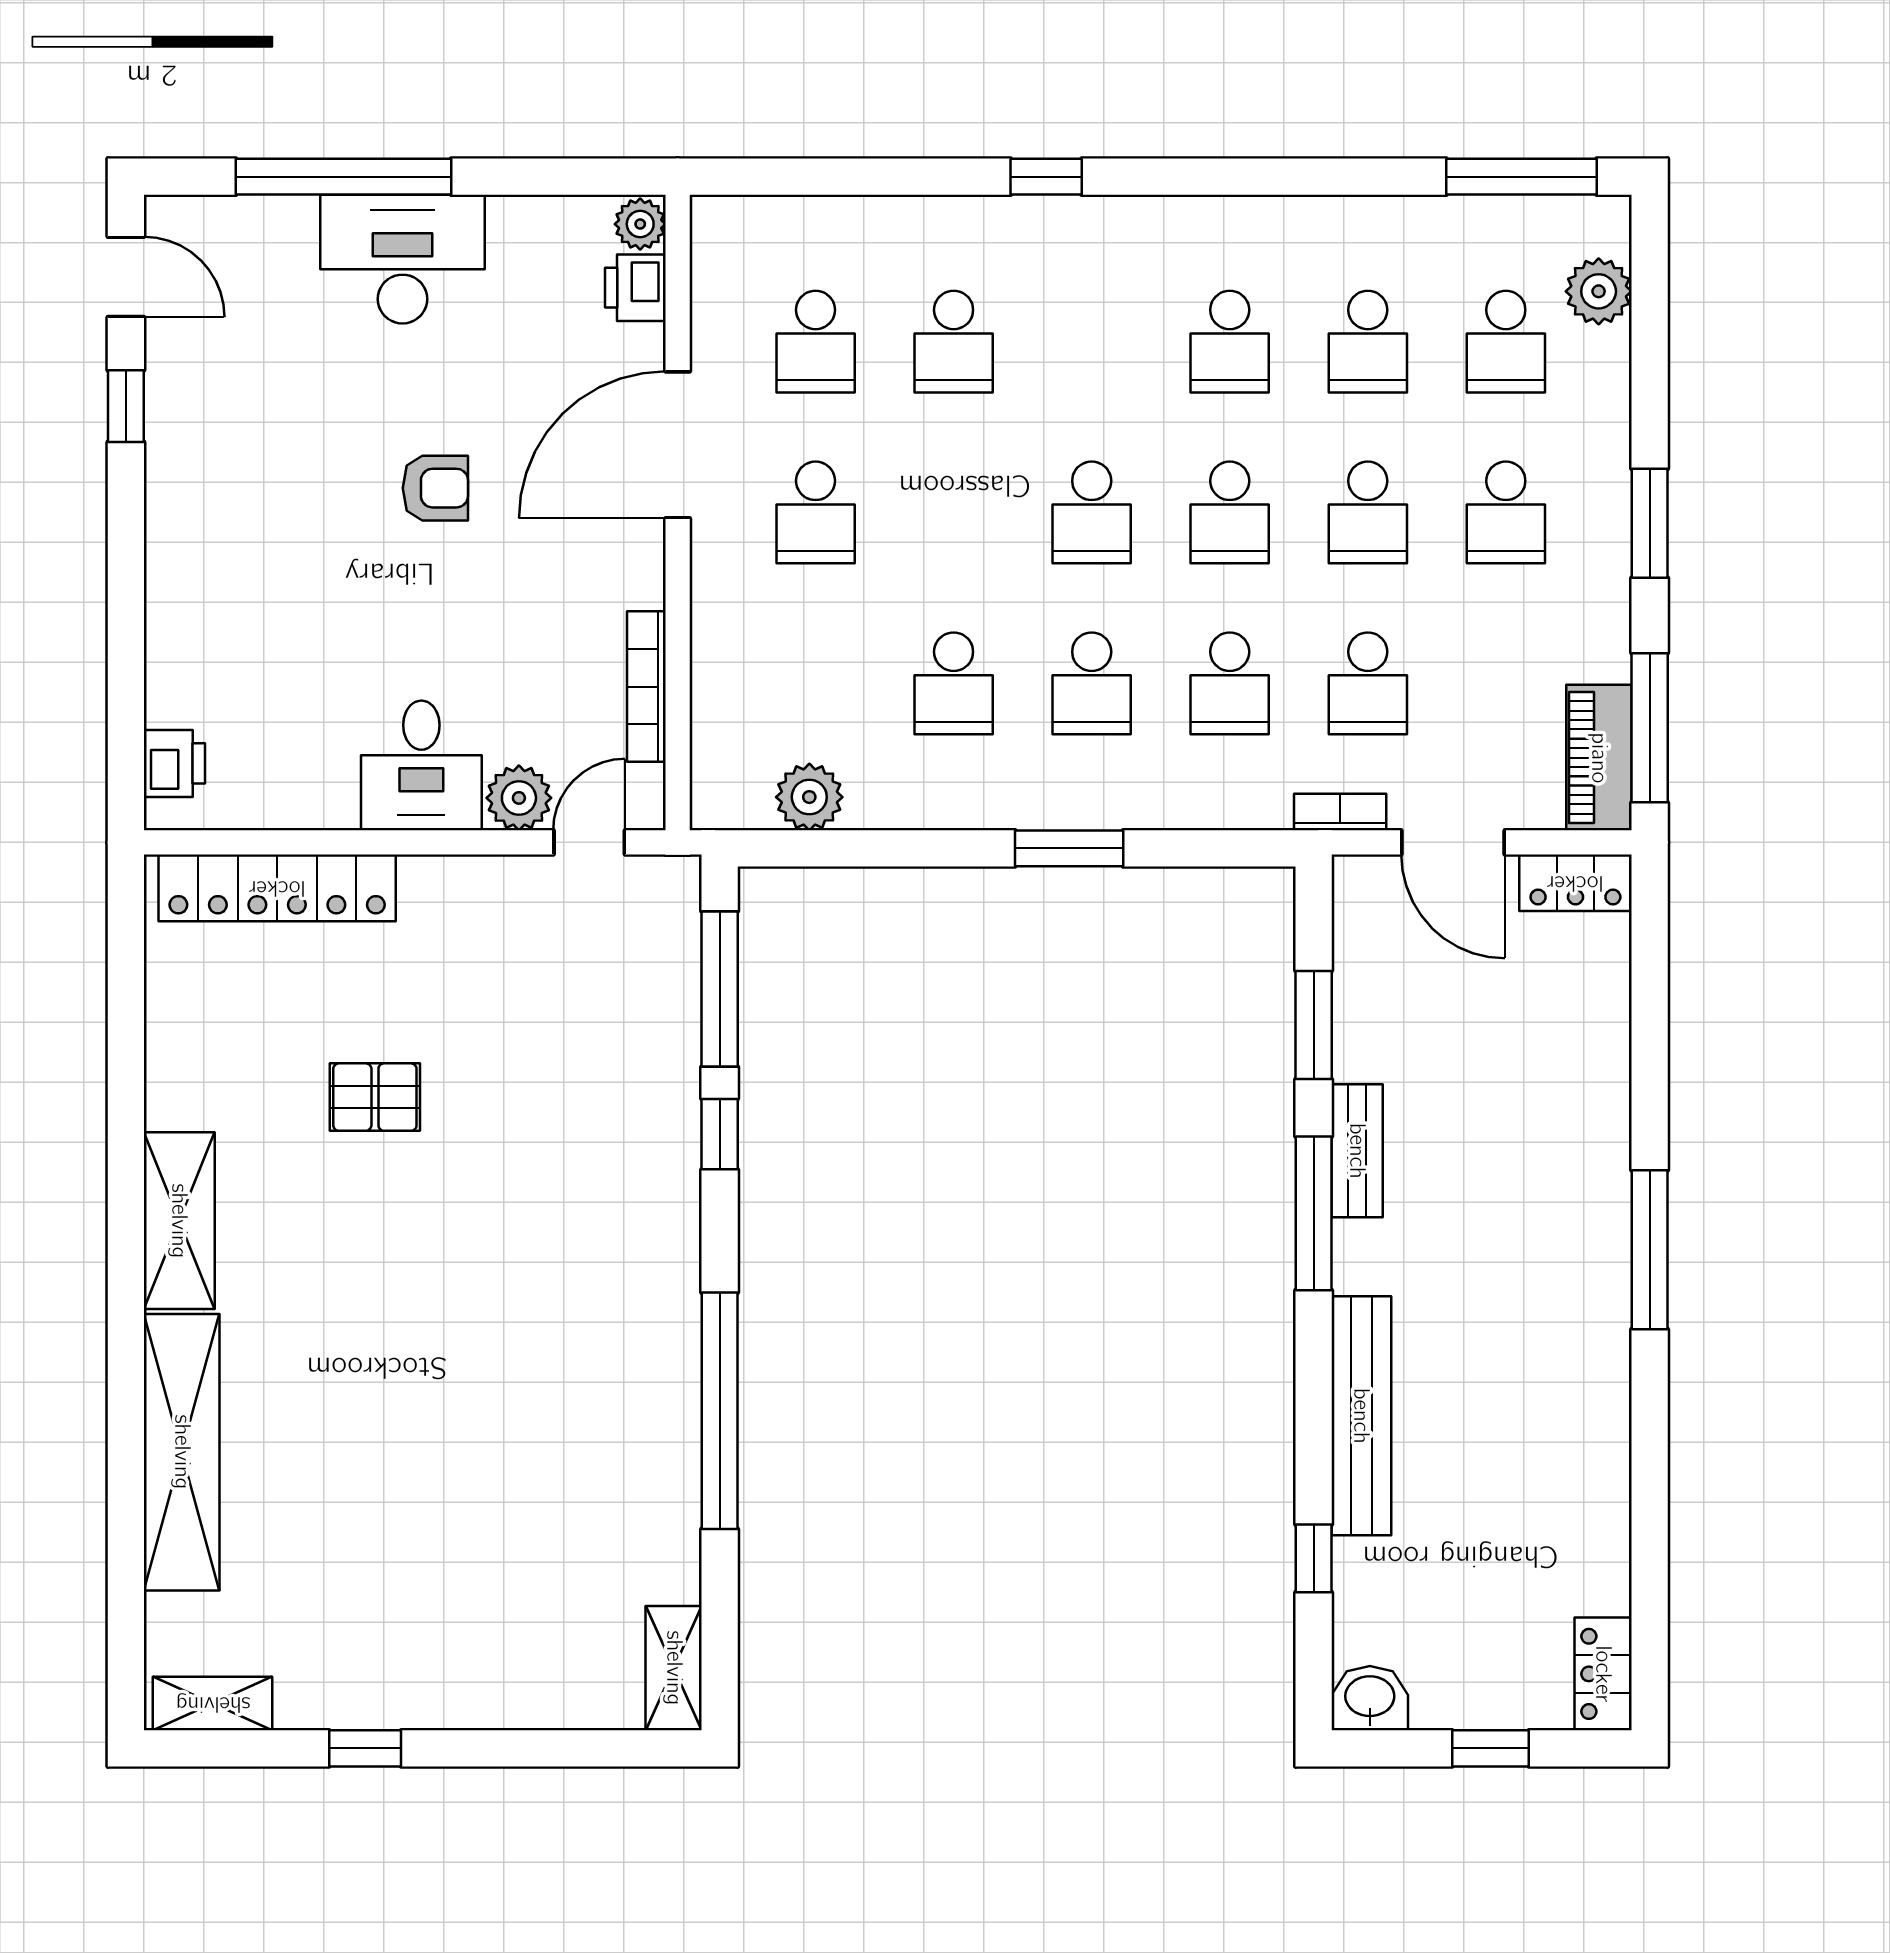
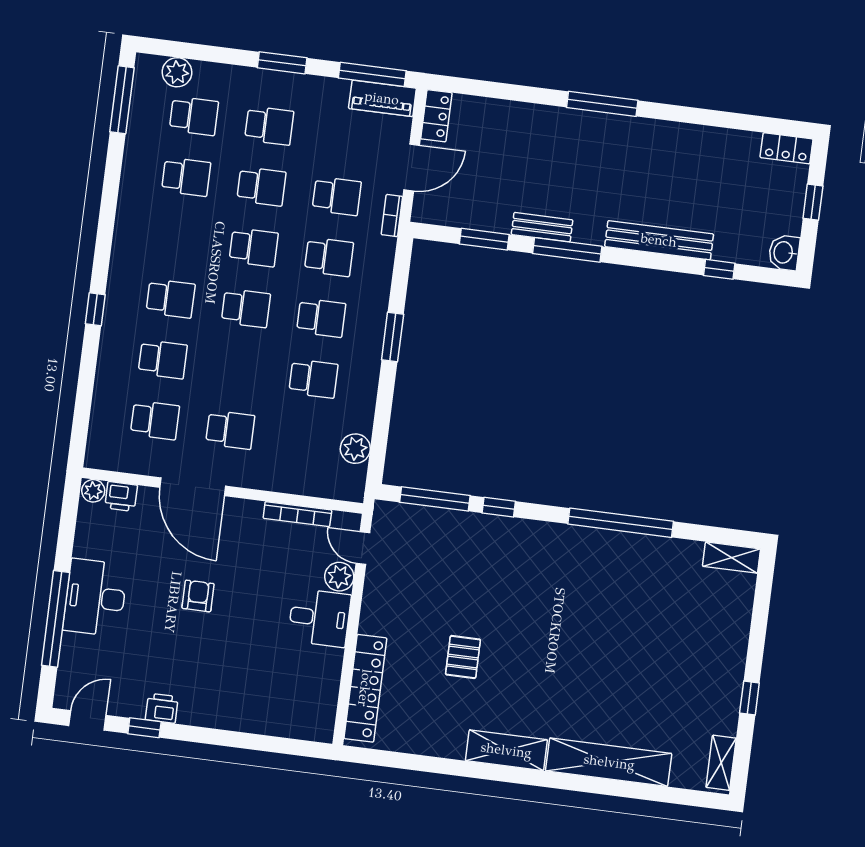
school desk: (1230, 342) -> (171, 298), moved
printer: (174, 763) -> (162, 708), moved

